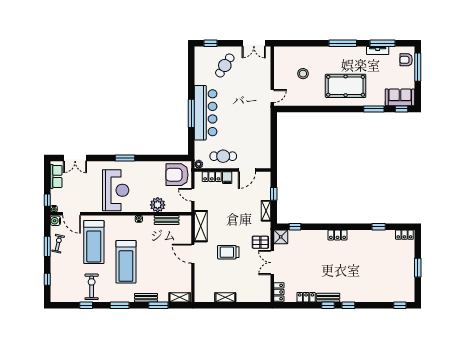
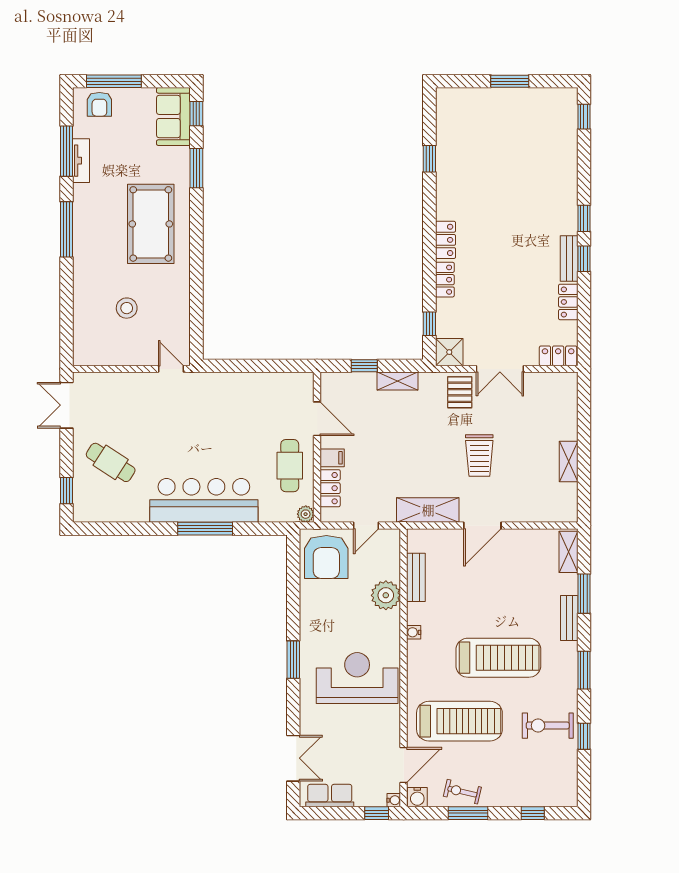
double door: (254, 43) -> (67, 405), swing flipped
locker: (404, 235) -> (445, 280), moved

